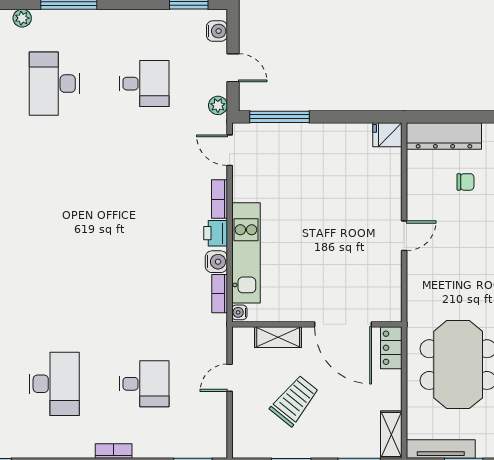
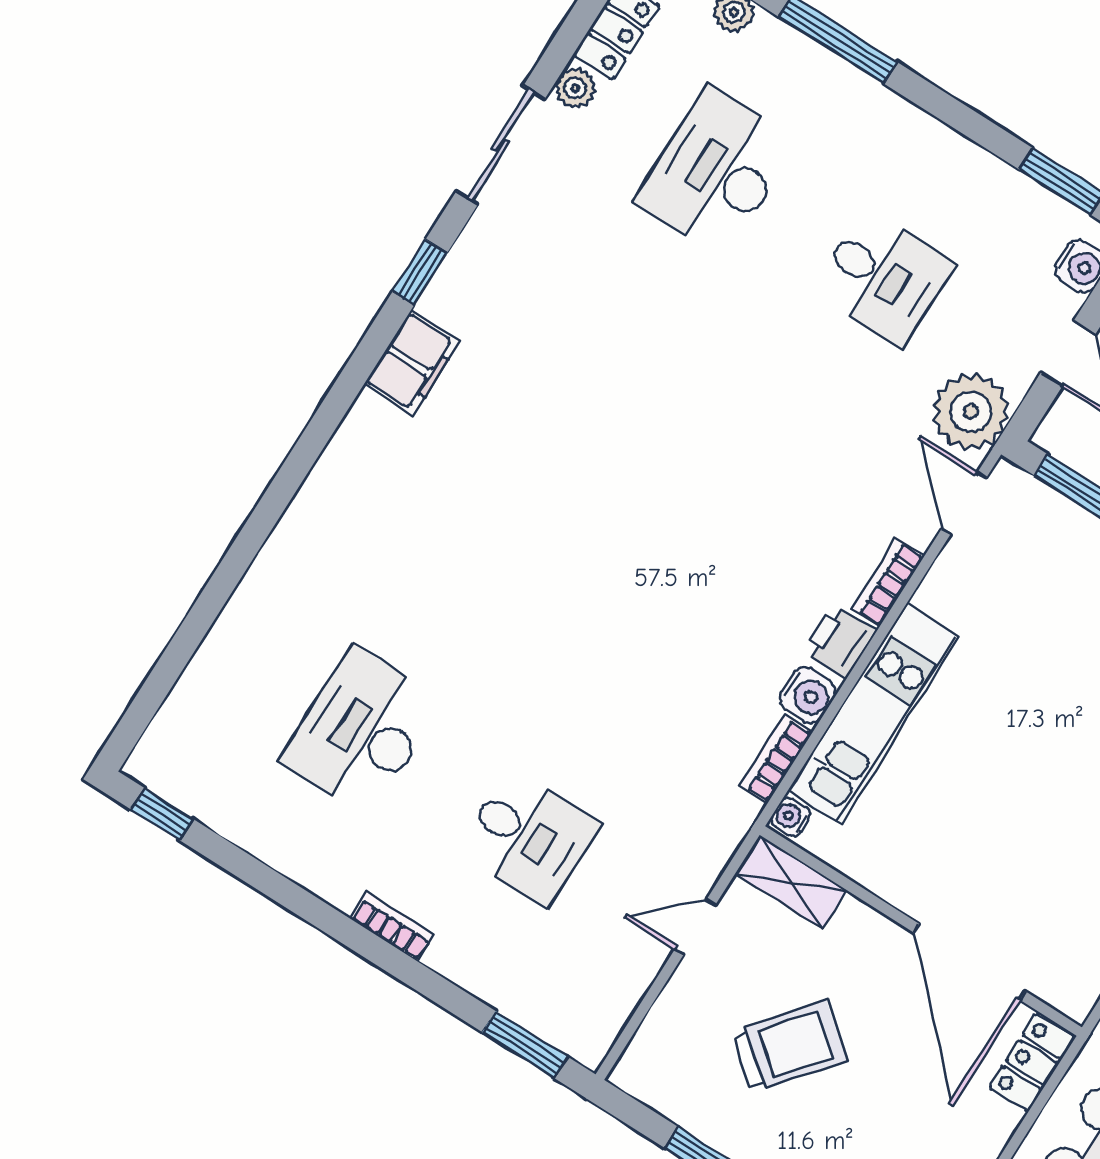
plant: (218, 105) -> (971, 412), width x1.88, depth x1.88
shelving: (278, 337) -> (791, 882), moved
desk: (54, 384) -> (361, 731), turned 180

